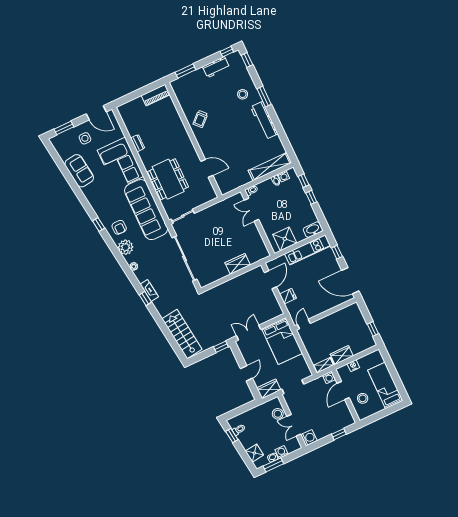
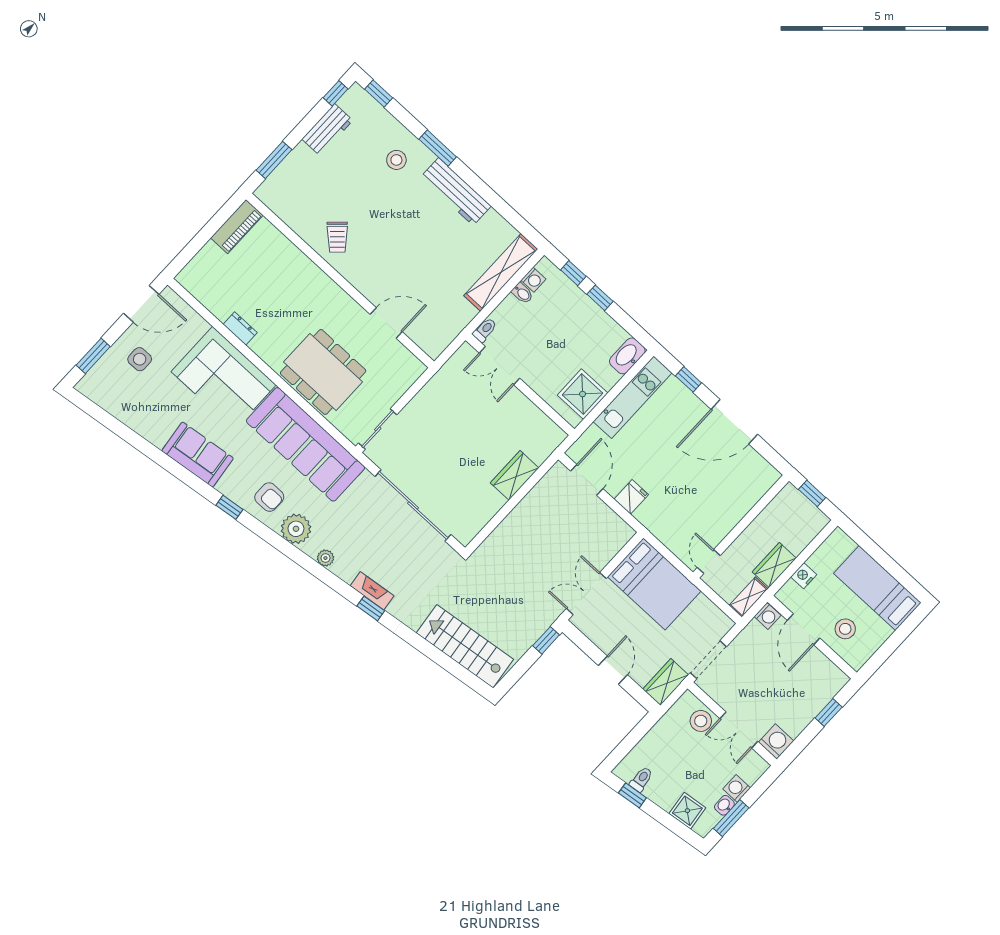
sofa: (79, 171) -> (198, 455), moved
wall: (326, 314) -> (741, 527), moved
door: (304, 324) -> (709, 562), moved

